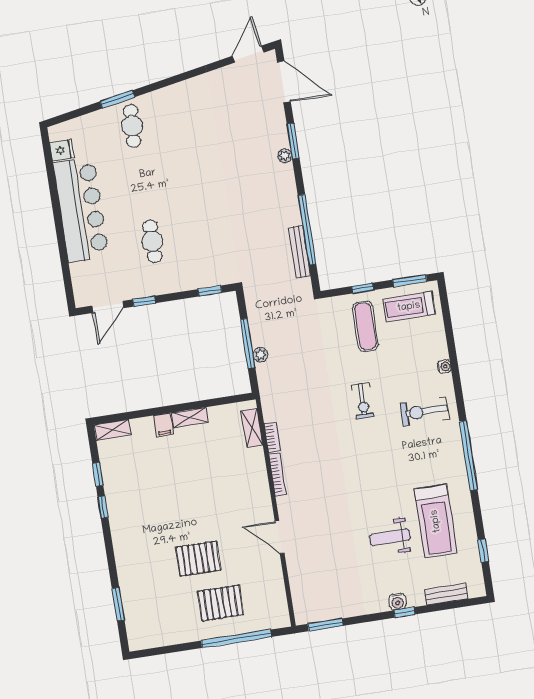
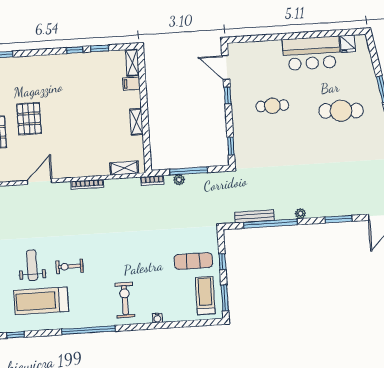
cafe table: (132, 126) -> (341, 111), moved, width x1.37, depth x1.35
plant: (285, 156) -> (300, 214), moved
bar counter: (81, 210) -> (312, 53), width x0.73
exercise bike: (363, 401) -> (70, 266), moved
filing cabinet: (163, 425) -> (131, 84), moved
bookcase: (272, 437) -> (152, 181), moved

